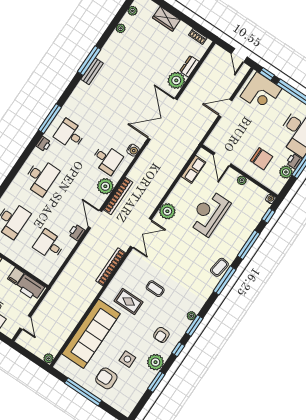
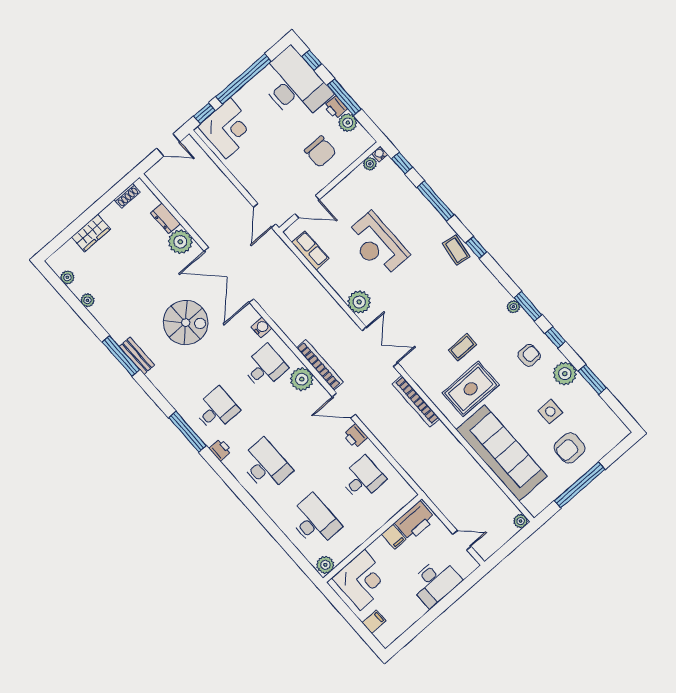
spiral stairs: (123, 98) -> (186, 323), added
door: (225, 108) -> (265, 216), moved
desk: (70, 134) -> (216, 410), turned 180
chair: (262, 159) -> (320, 152), turned 90
plant: (242, 180) -> (370, 164), moved
desk: (49, 245) -> (363, 479), turned 180
window: (225, 280) -> (476, 248), width x0.46
rug: (129, 302) -> (471, 389), width x1.36, depth x1.43
armchair: (161, 335) -> (529, 355), turned -90

